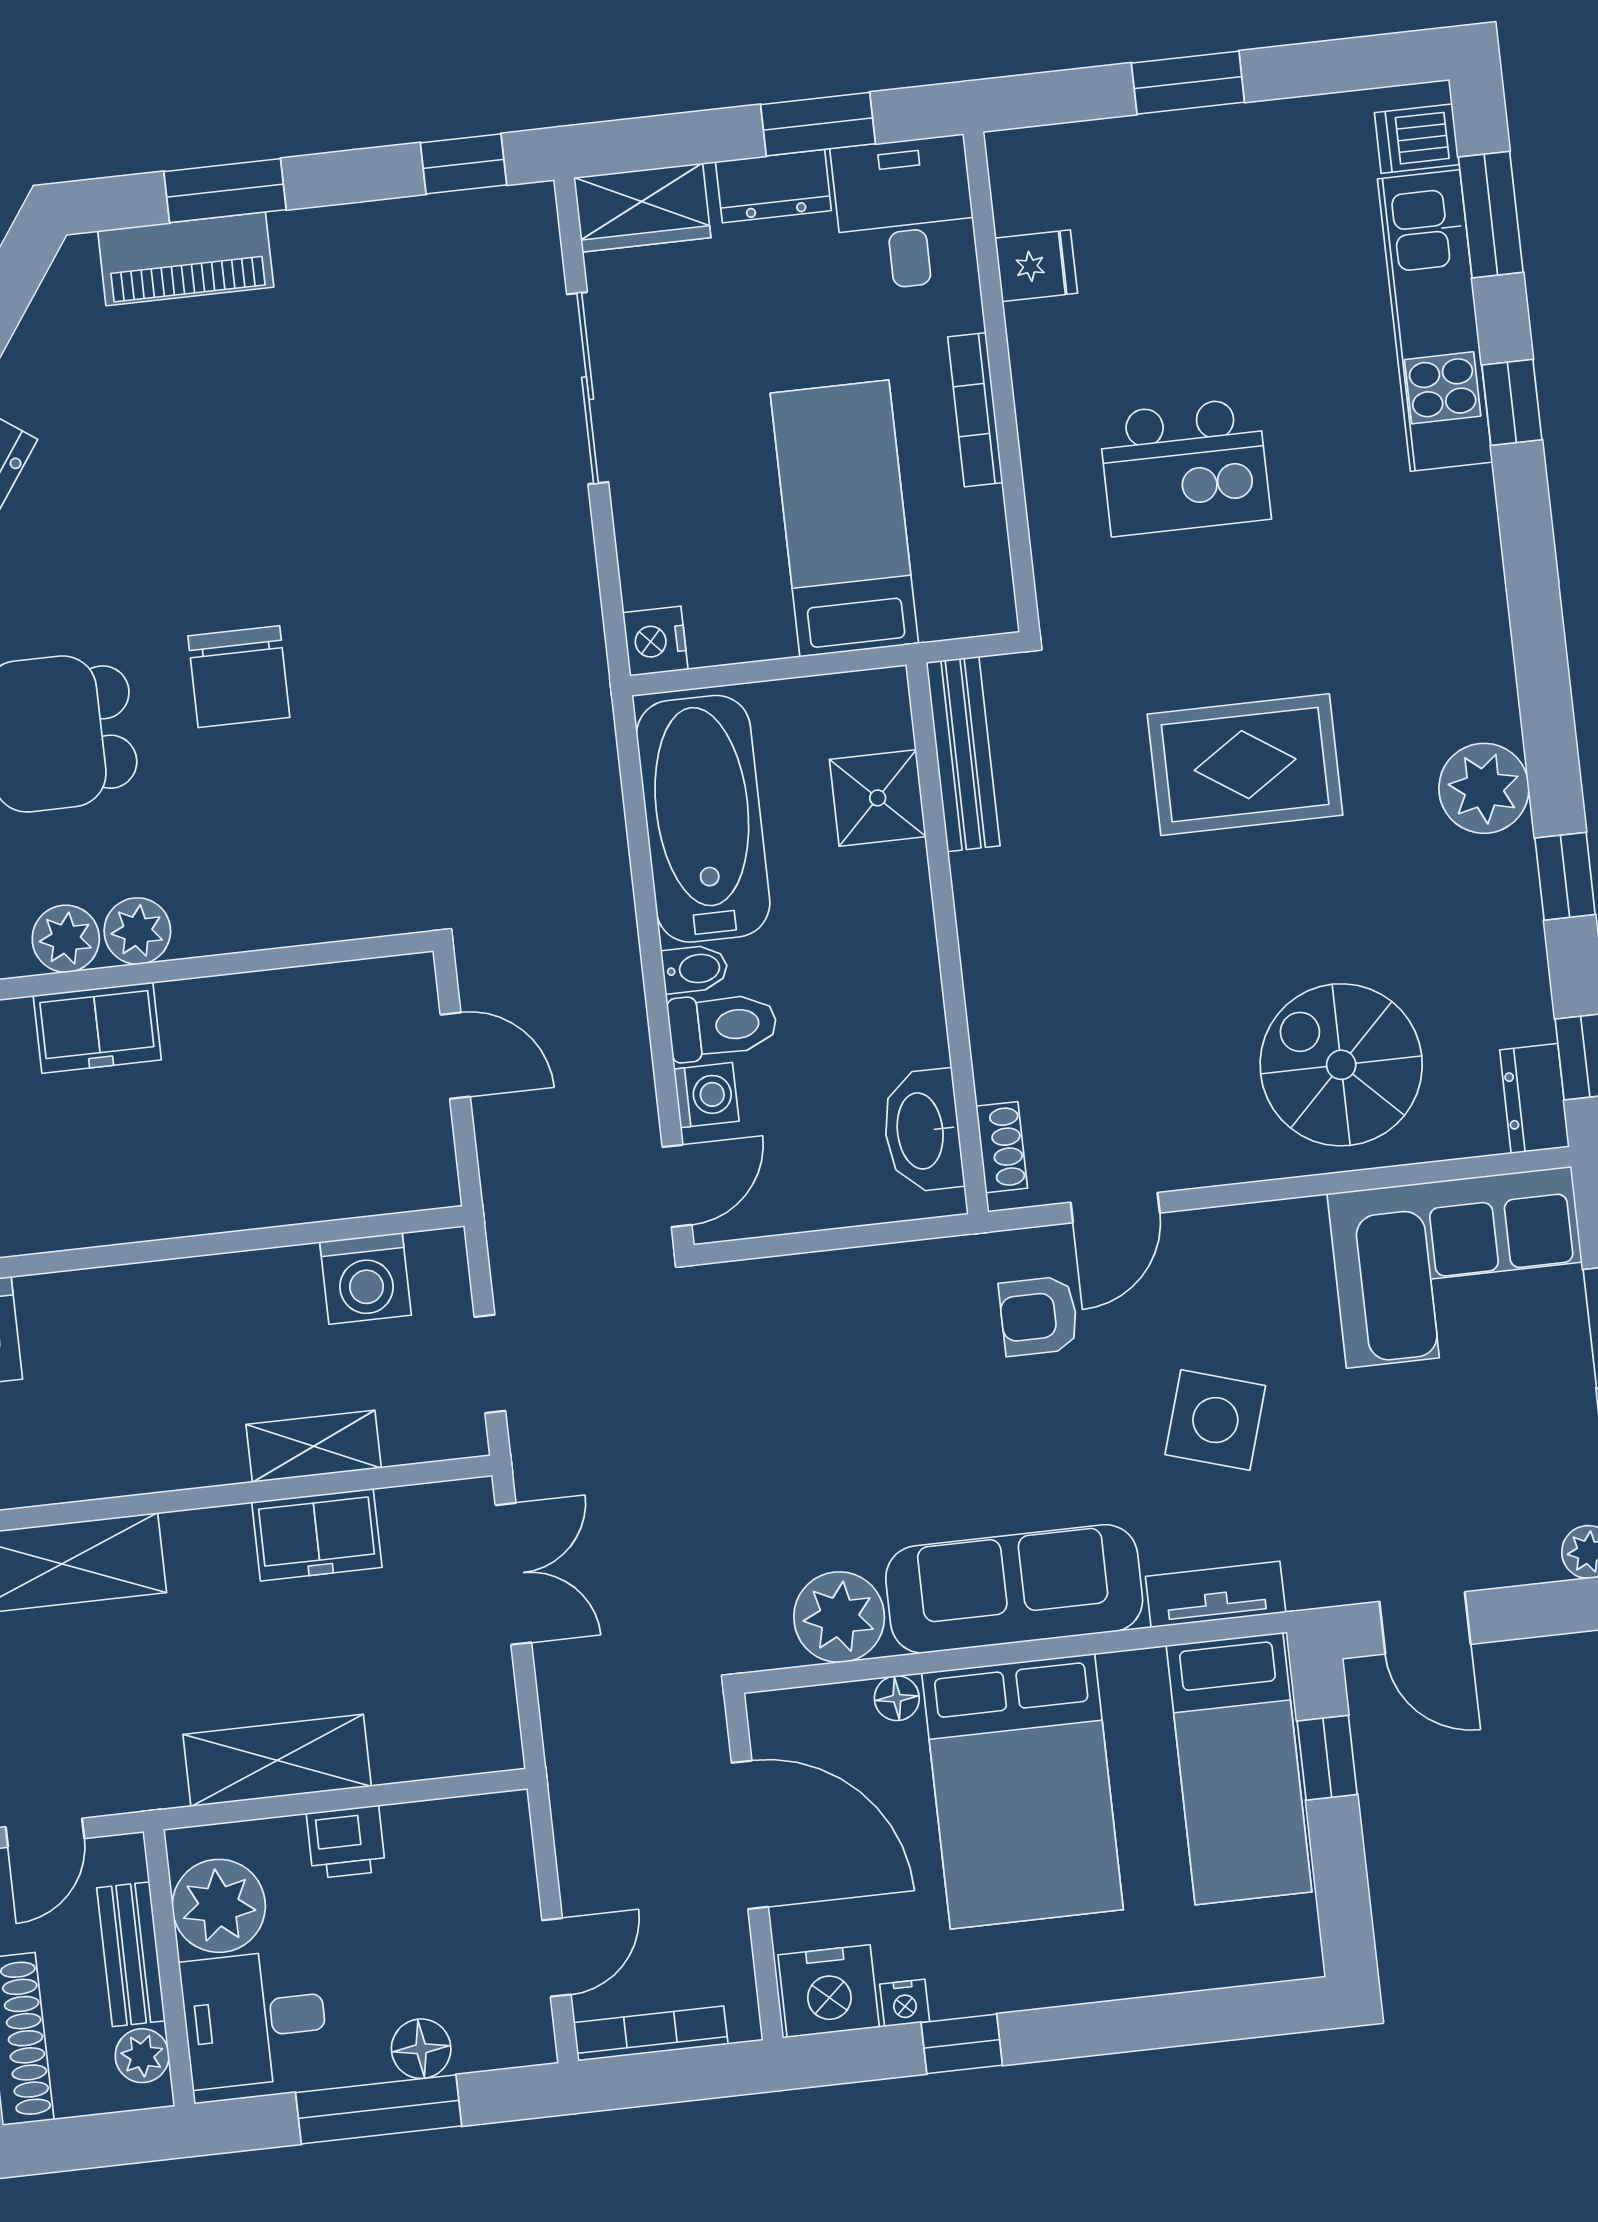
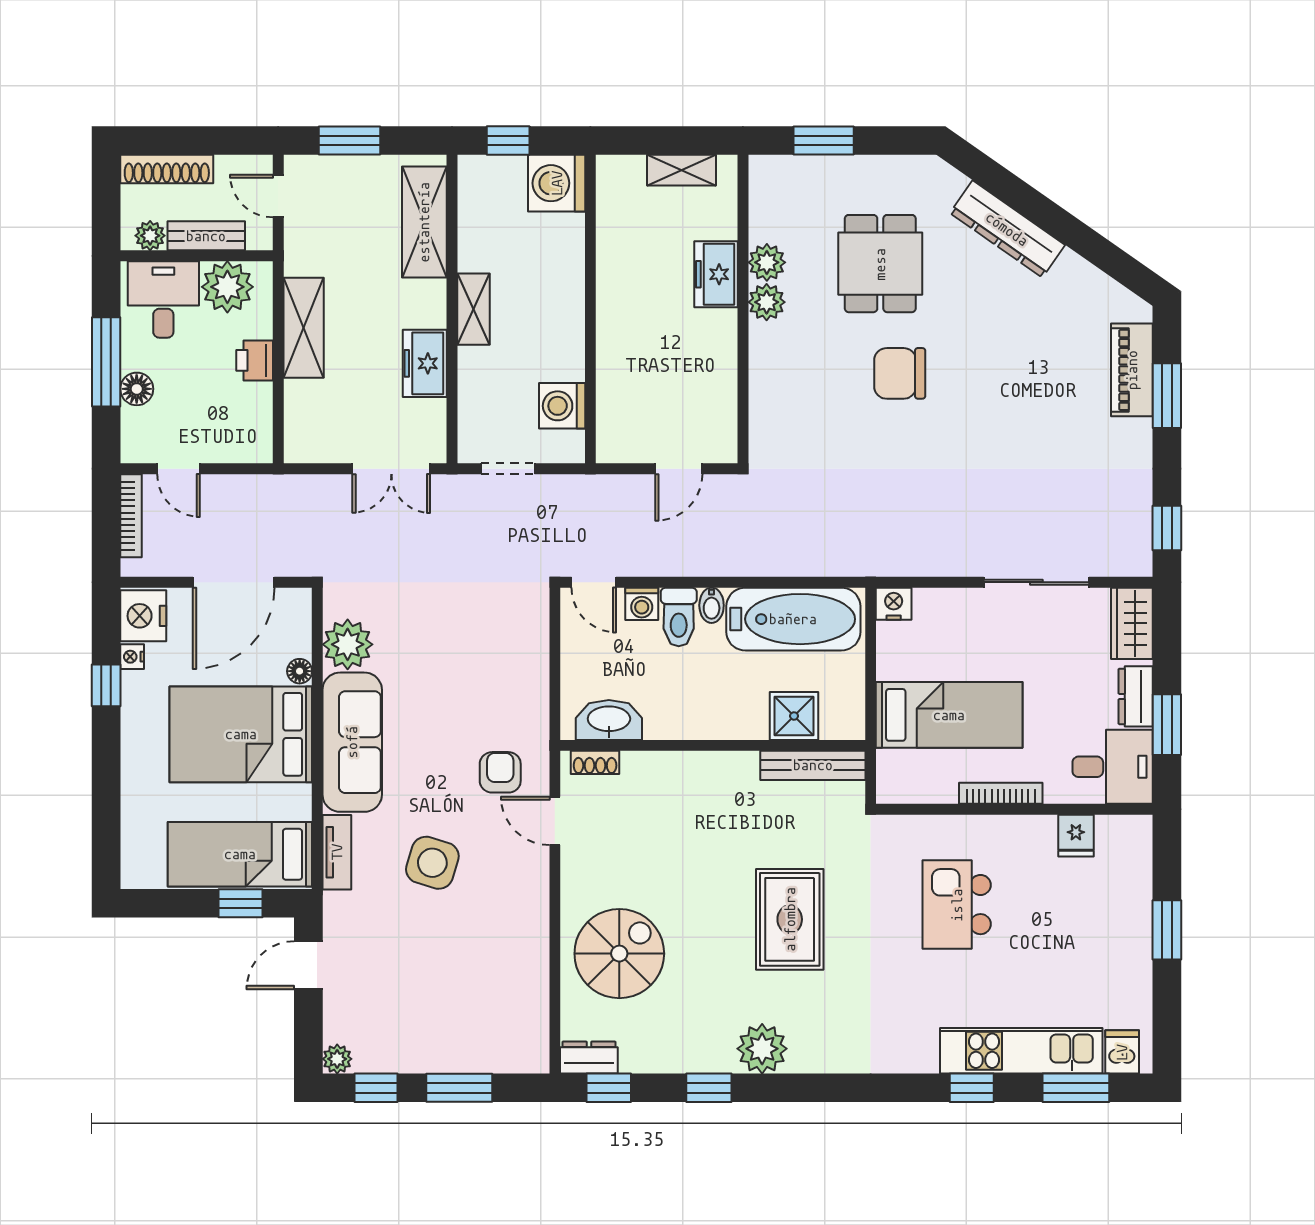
corner sofa: (1459, 1267) -> (501, 1006), removed
shelving: (314, 1446) -> (473, 309), moved

